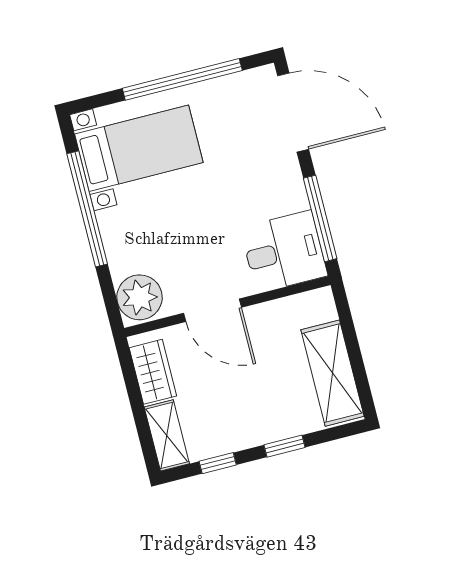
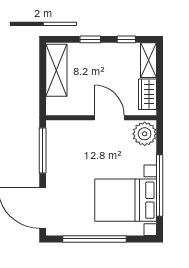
bed with nightstands: (139, 148) -> (126, 200), width x1.36
desk: (284, 252) -> (65, 138), removed

